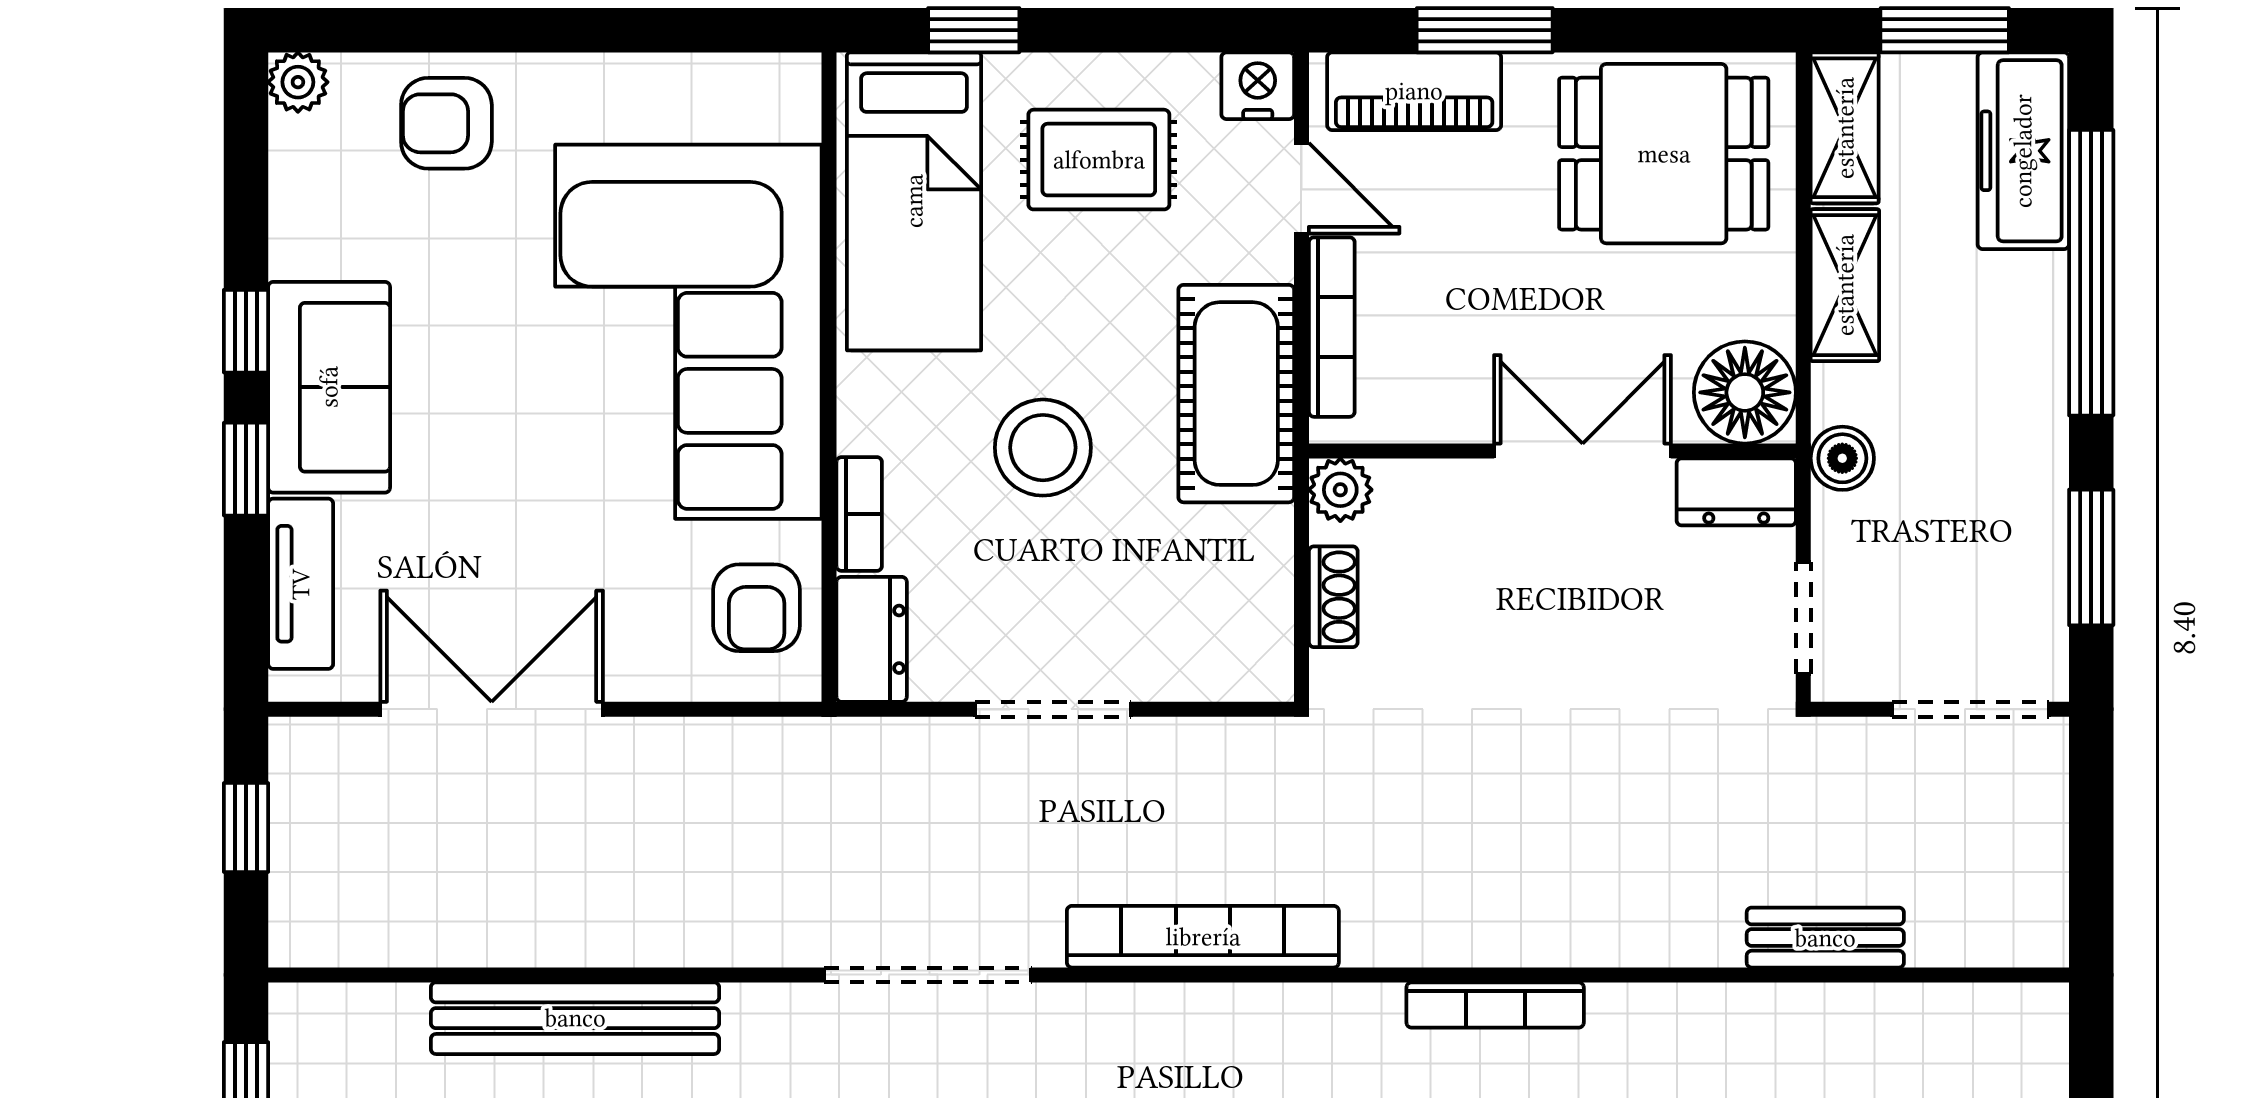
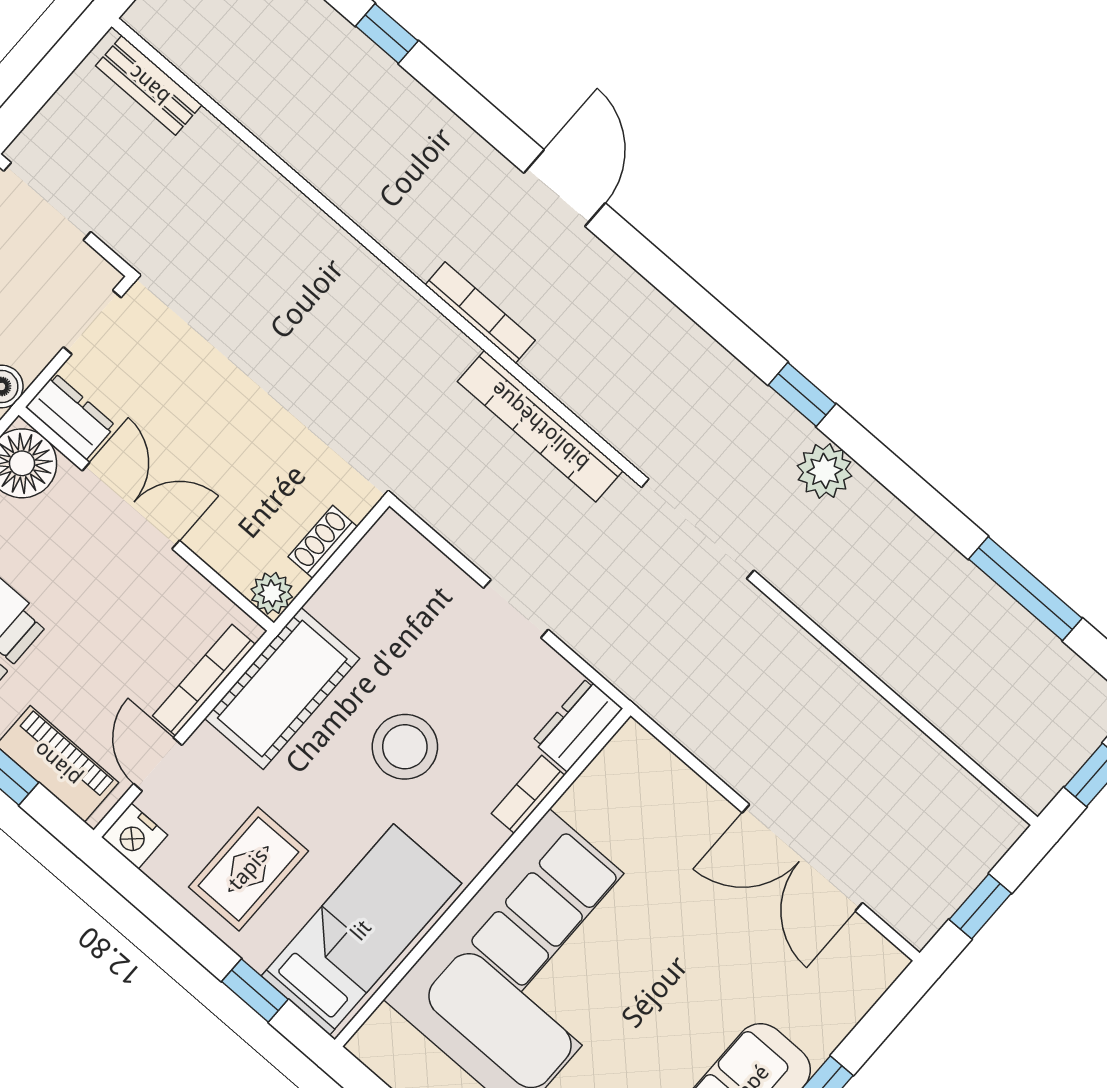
rug: (1099, 160) -> (248, 869), turned 90
double door: (1583, 451) -> (131, 506), swing flipped
tv unit: (301, 584) -> (844, 1007), removed
armchair: (757, 608) -> (622, 792), removed
doorway: (1053, 709) -> (516, 609), width x0.73
bench: (1825, 938) -> (149, 85), moved
bookcase: (1495, 1005) -> (480, 313), moved
bench: (575, 1018) -> (897, 663), removed

